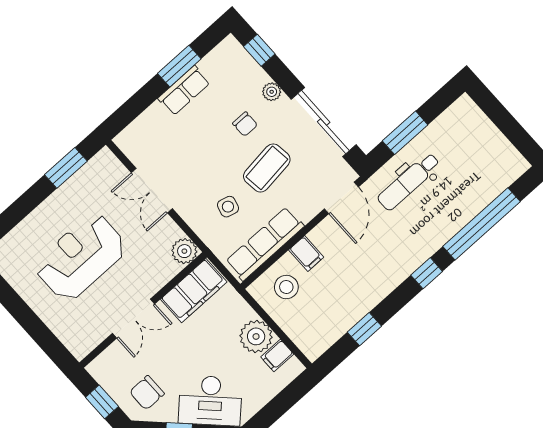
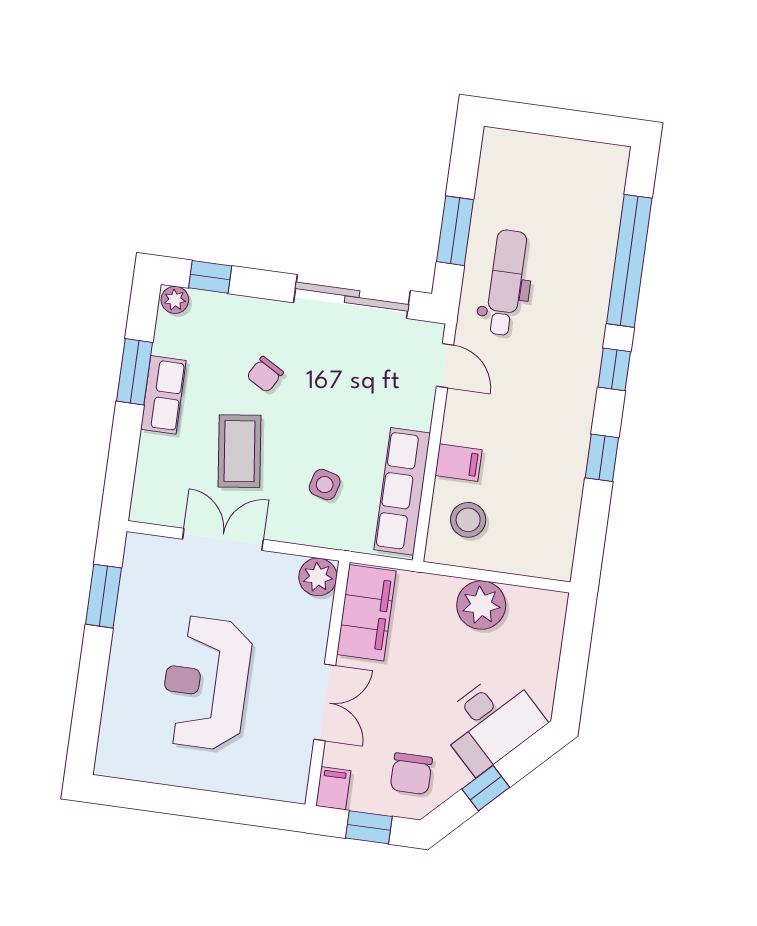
plant: (272, 92) -> (175, 300), moved
chair: (245, 124) -> (265, 374), turned 120
coffee table: (267, 168) -> (239, 451), moved
dental chair: (409, 182) -> (506, 283), turned 180
double door: (152, 191) -> (223, 539), swing flipped
door: (341, 198) -> (445, 366), width x0.73
window: (364, 329) -> (602, 458), moved
filing cabinet: (277, 356) -> (333, 788), moved, turned 180

